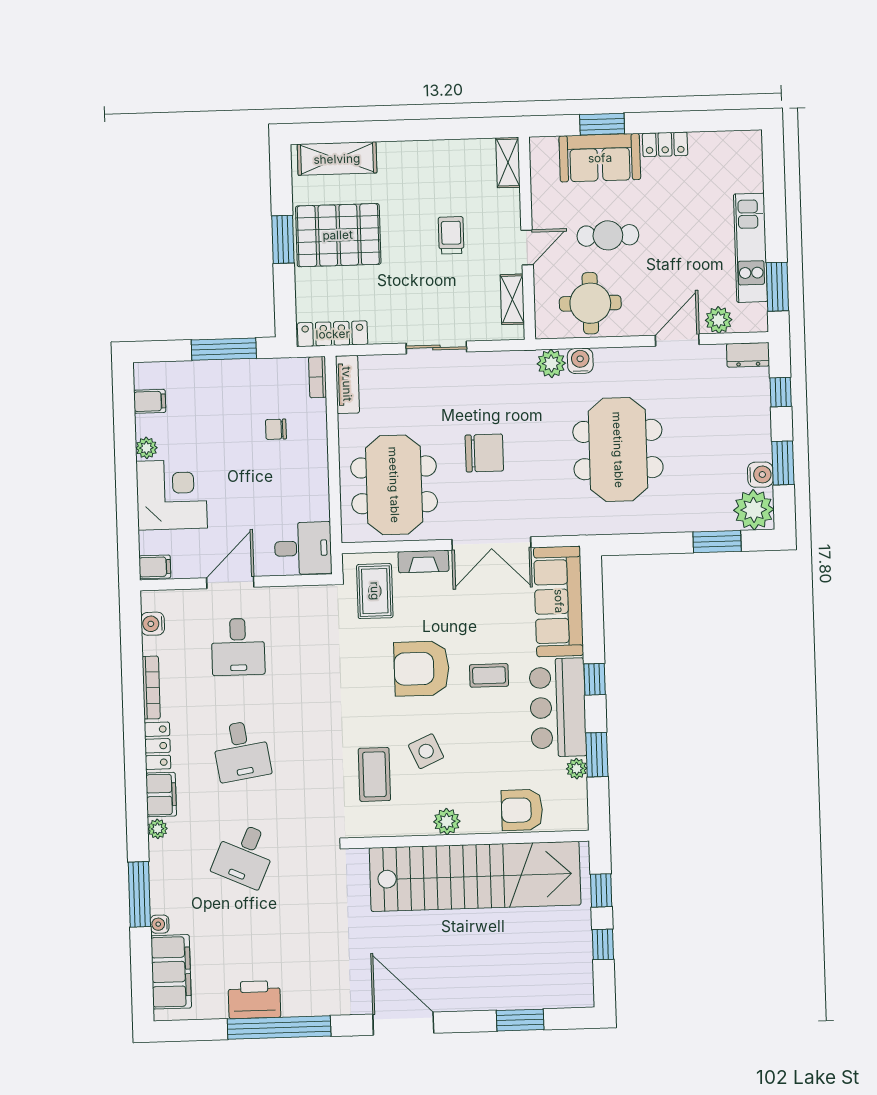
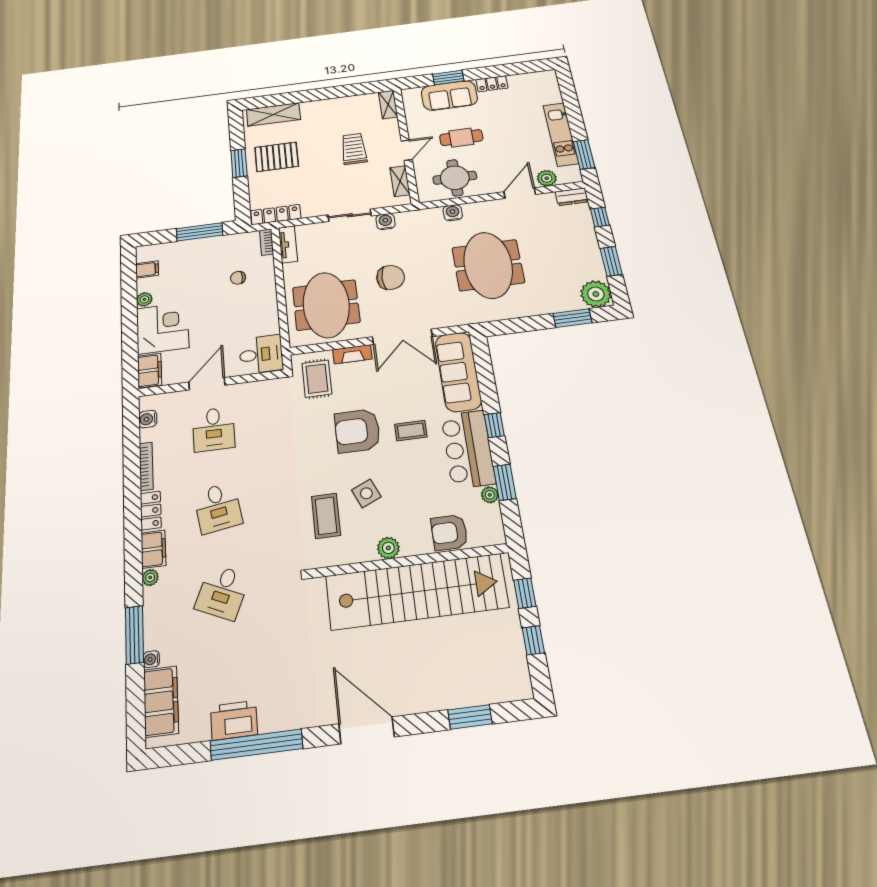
pallet: (338, 235) -> (277, 157), width x0.73, depth x0.71
trolley: (451, 235) -> (354, 149), width x1.36, depth x1.39
plant: (551, 363) -> (432, 217), removed
water cooler: (760, 475) -> (386, 222), moved, turned -90
filing cabinet: (155, 567) -> (150, 371), width x2.00

